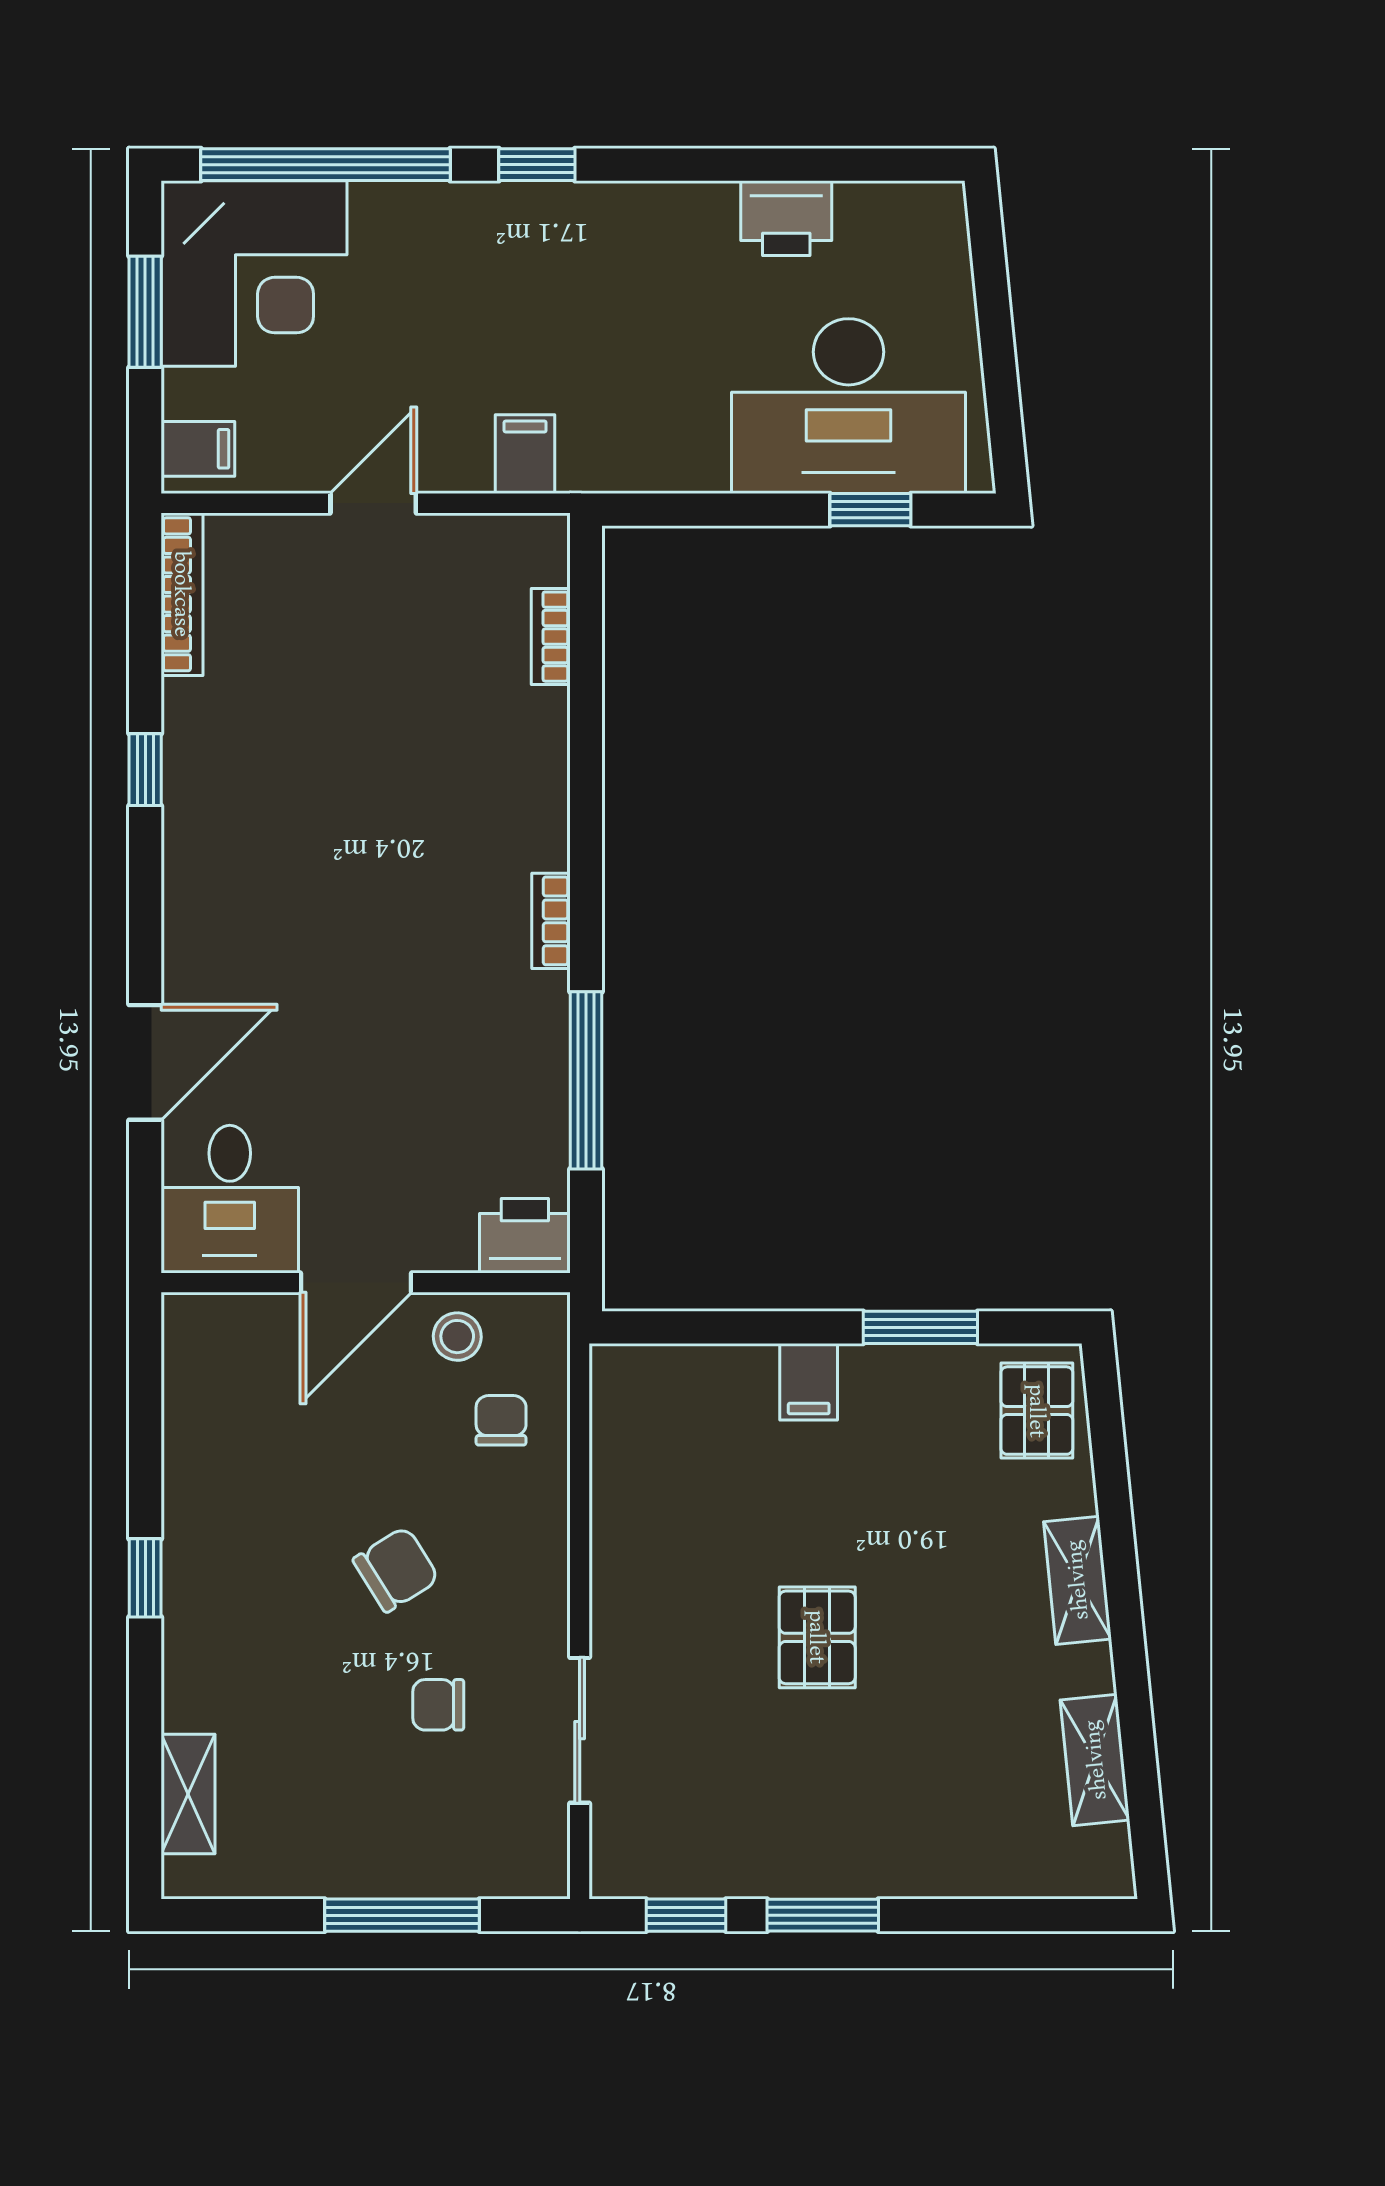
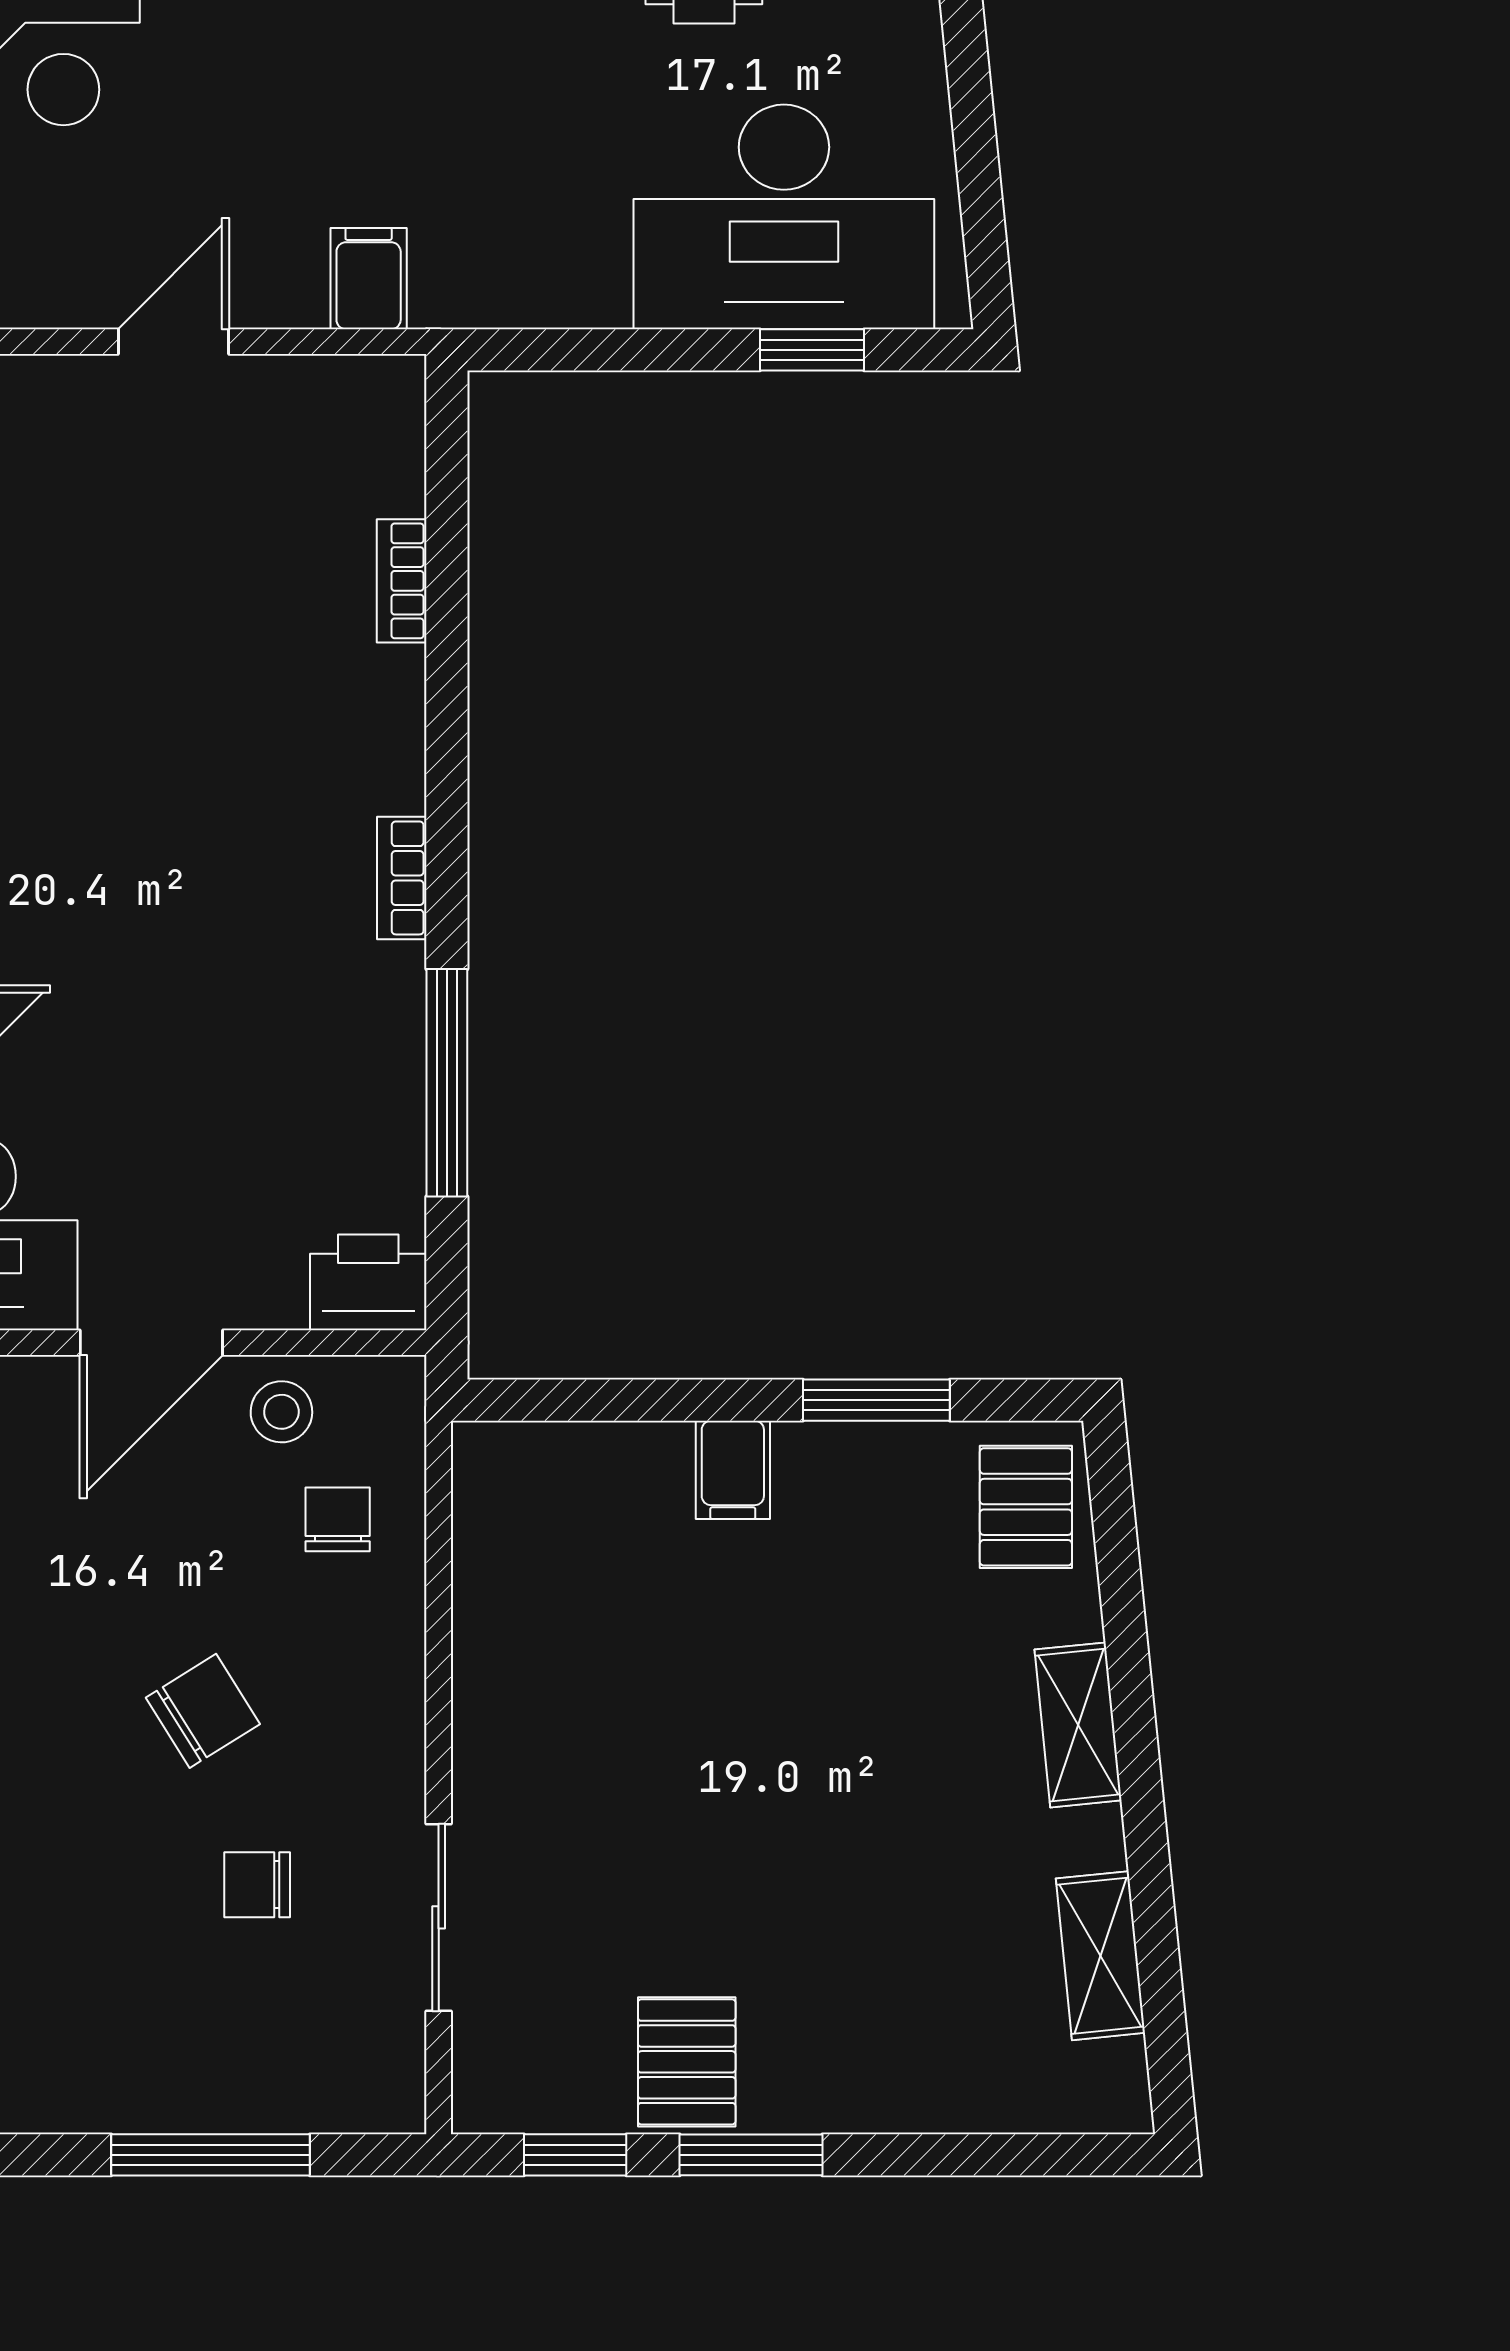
bookcase: (551, 637) -> (402, 581), moved
pallet: (817, 1637) -> (687, 2062), moved

